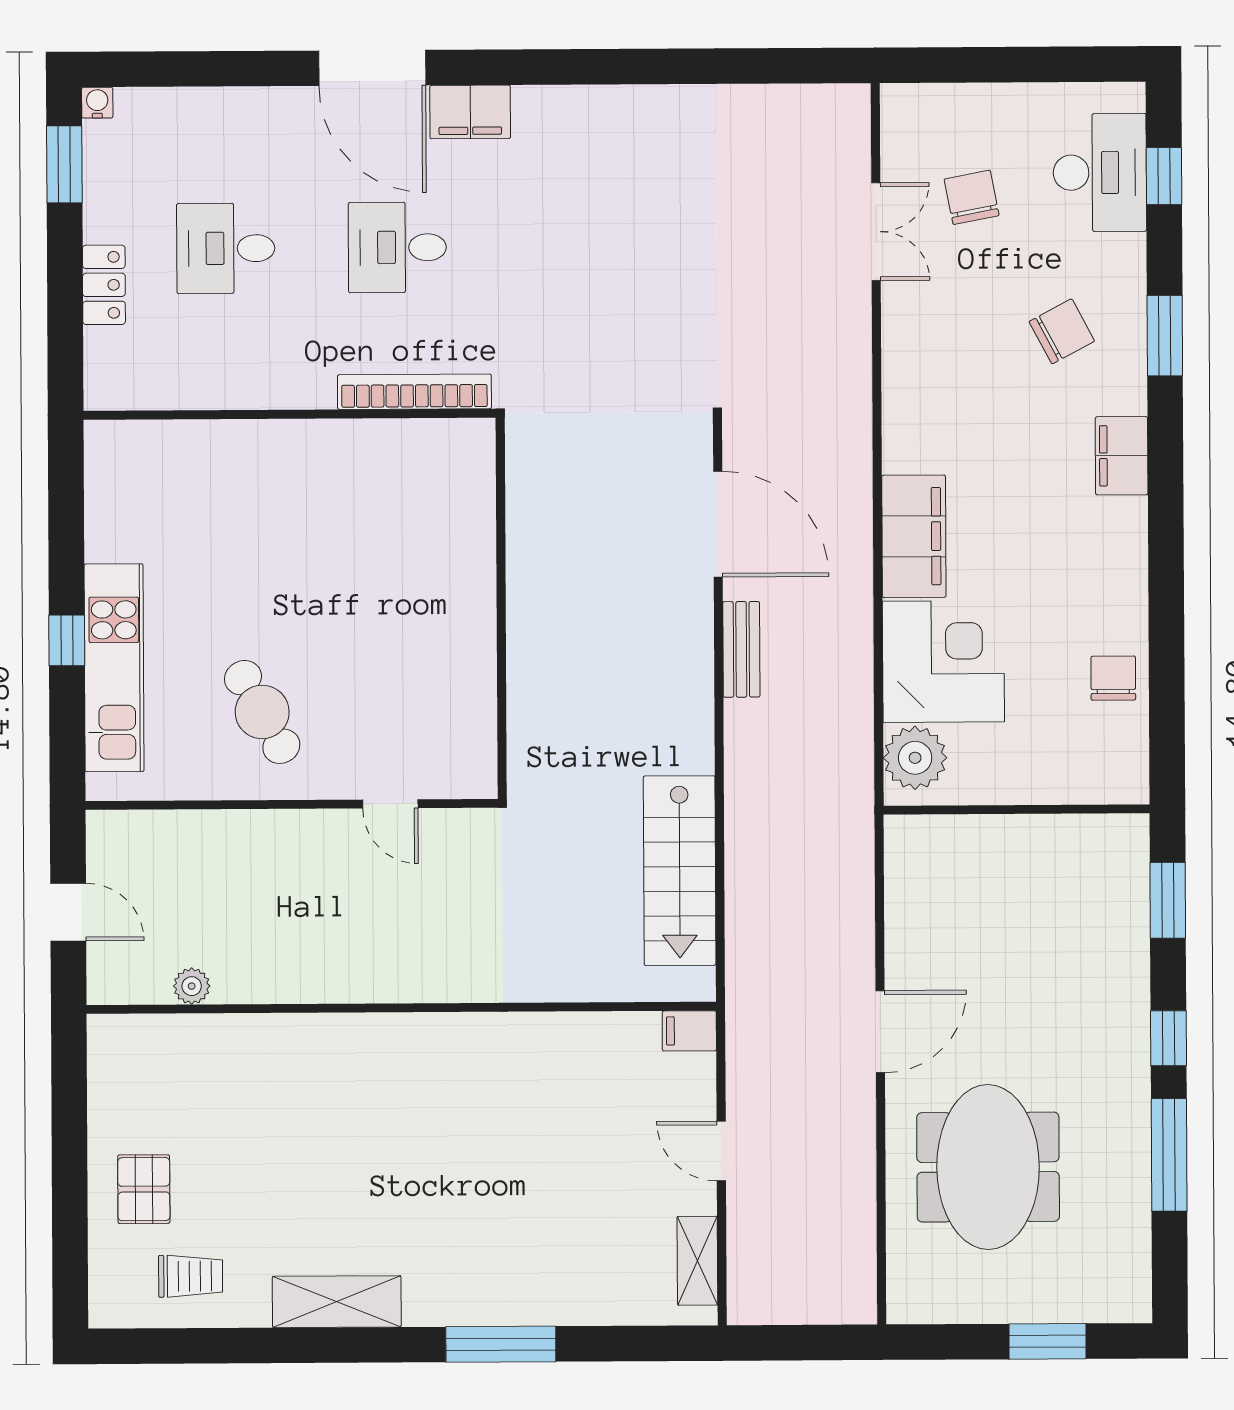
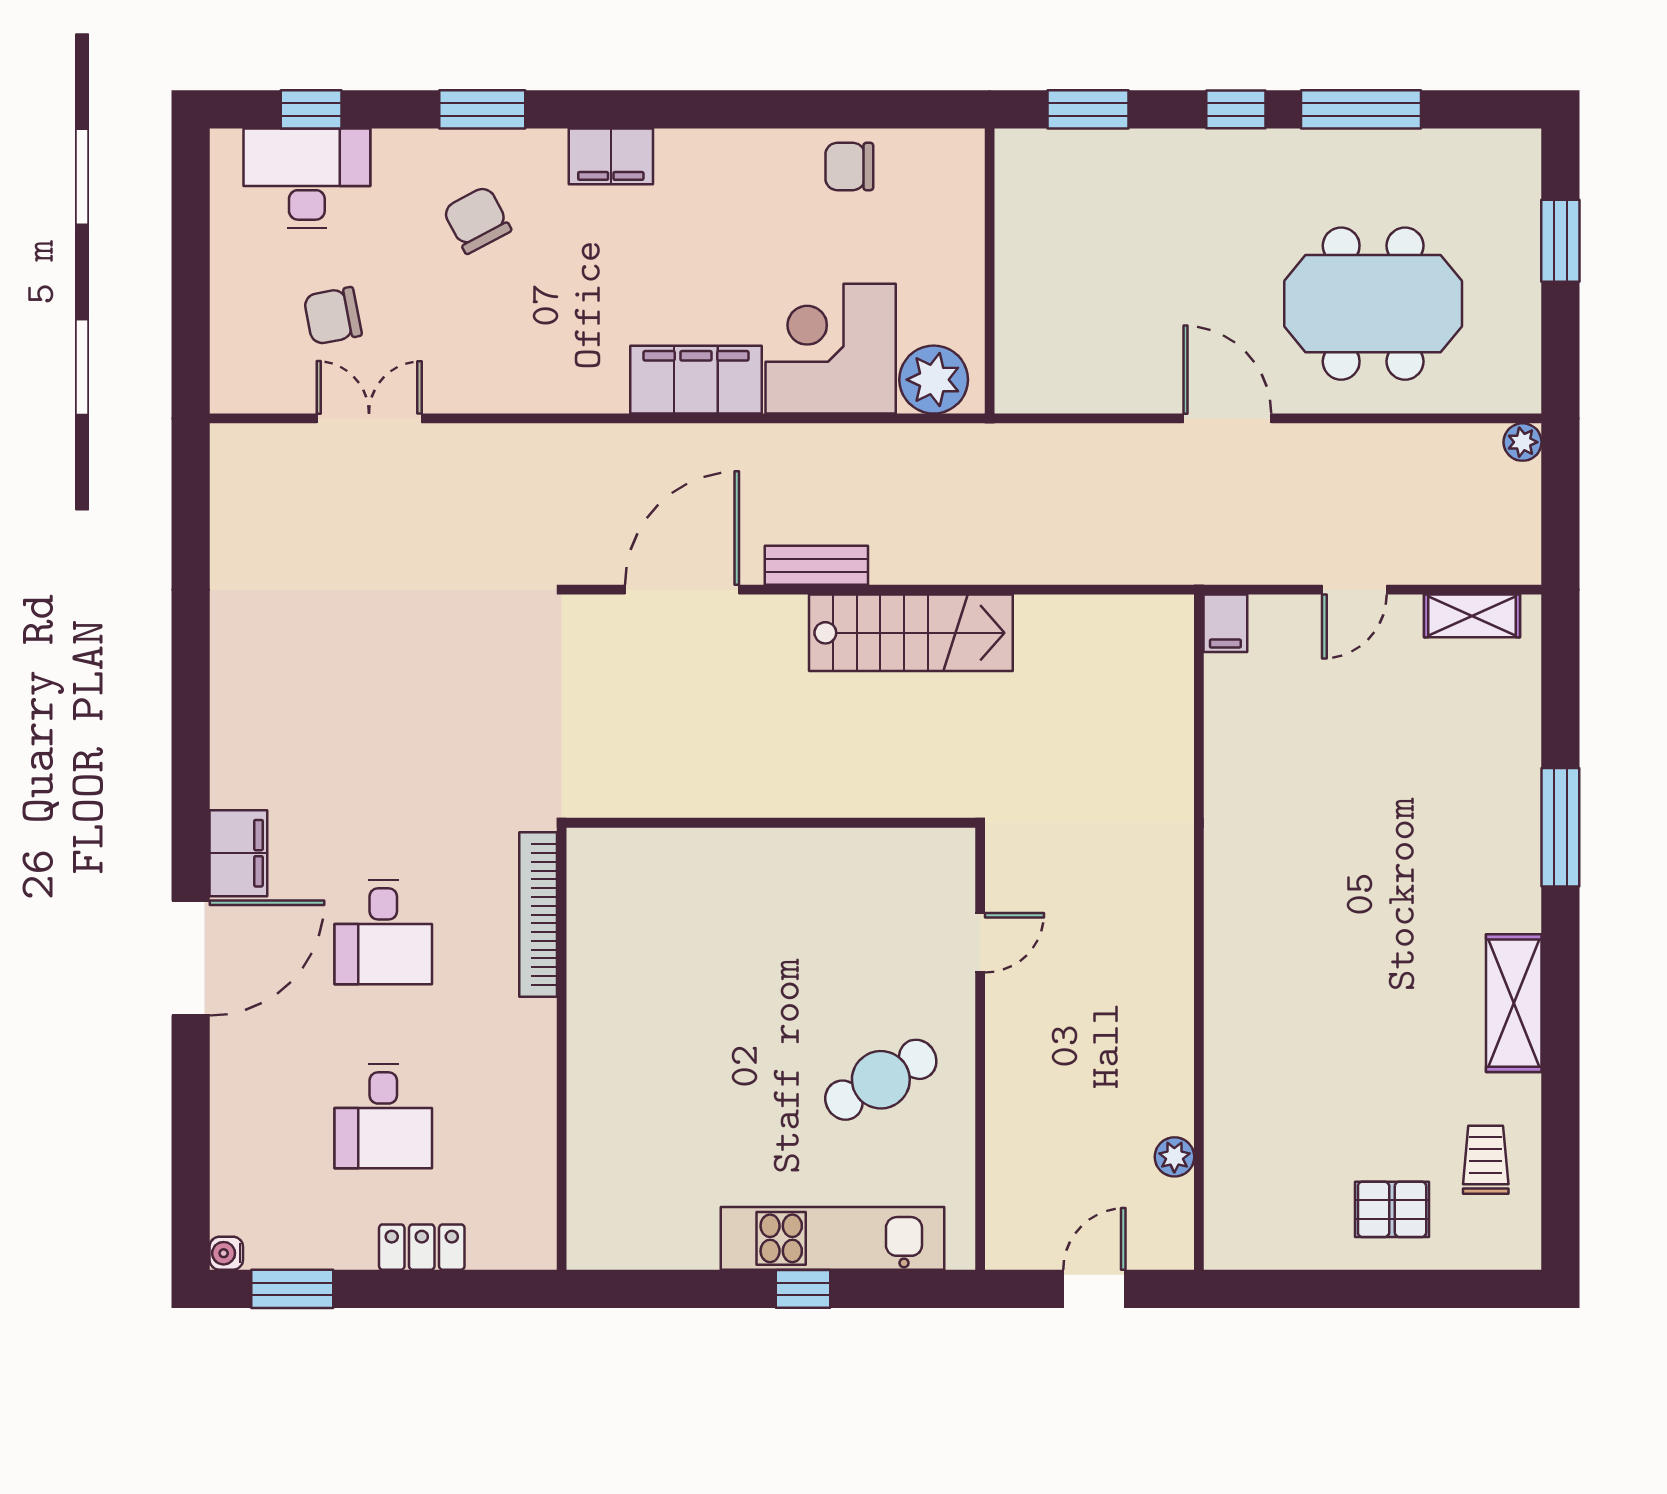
stairs: (680, 871) -> (911, 633), moved
plant: (860, 1307) -> (1523, 442), added

